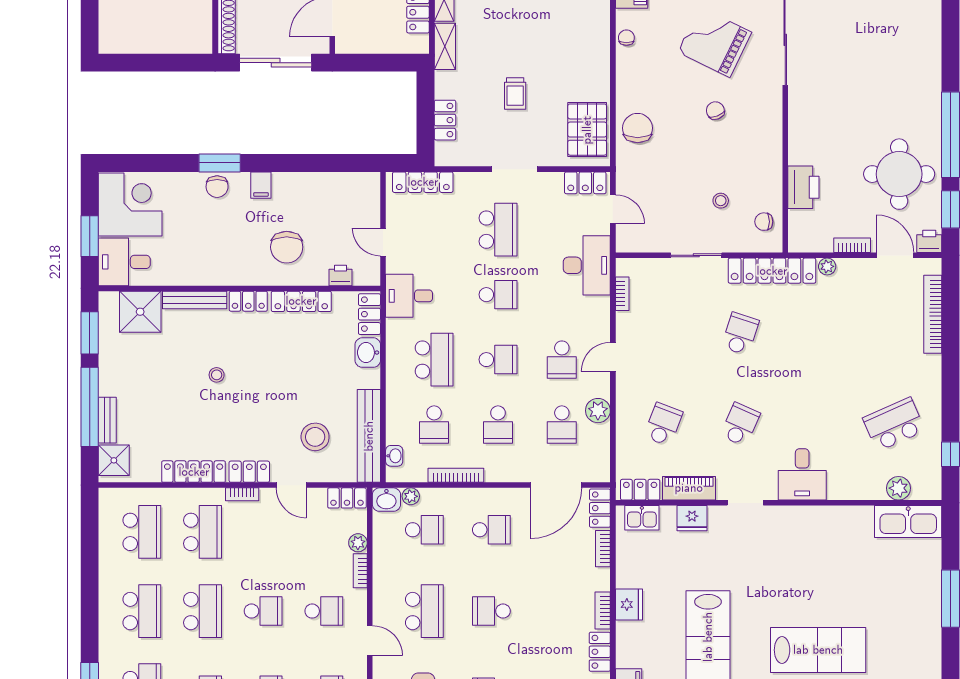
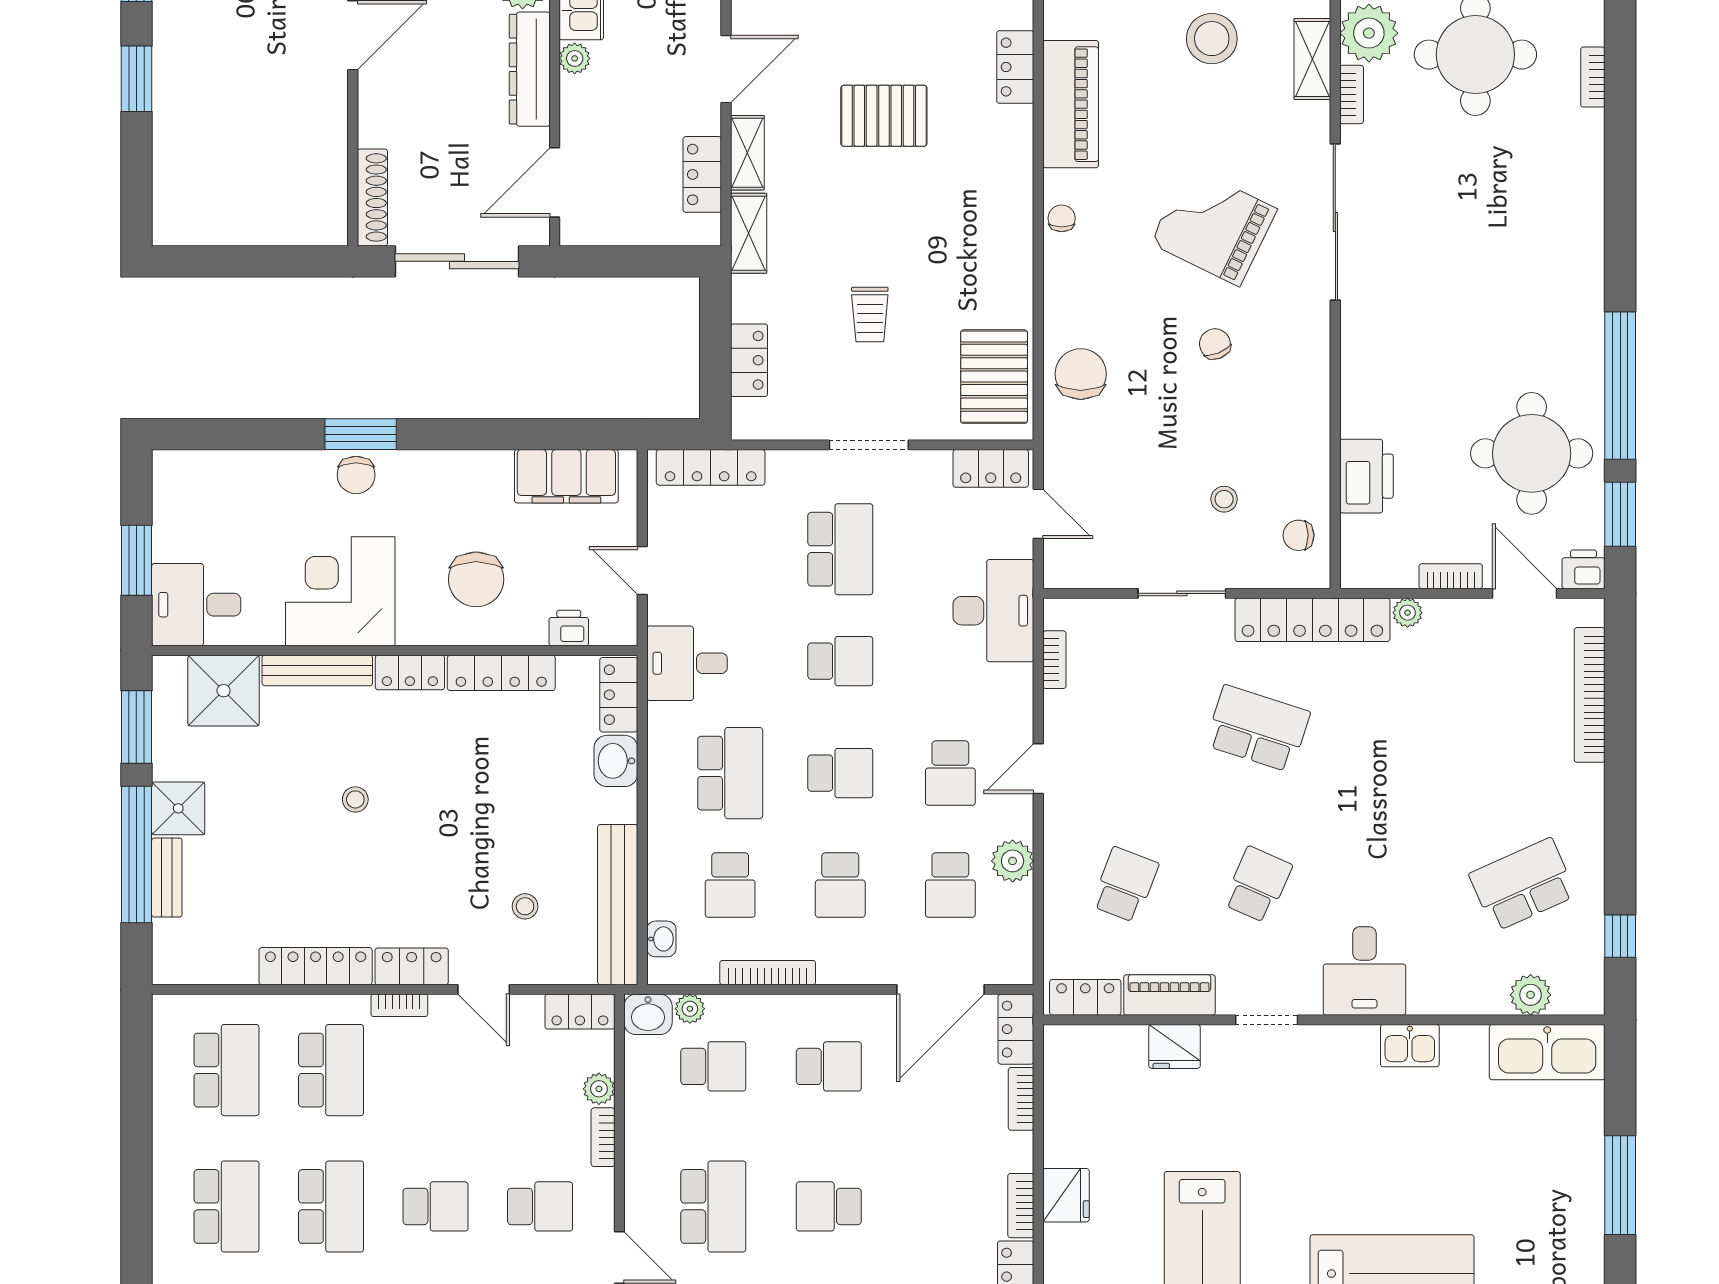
filing cabinet: (261, 185) -> (566, 476), moved, width x3.00, depth x1.17
corner desk: (130, 204) -> (340, 591), moved, turned -90
school desk: (740, 334) -> (1258, 729), width x1.85
stool: (315, 437) -> (525, 906), width x0.53, depth x0.53
shower: (114, 460) -> (178, 808), moved
kitchen sink: (642, 518) -> (1410, 1046), moved

